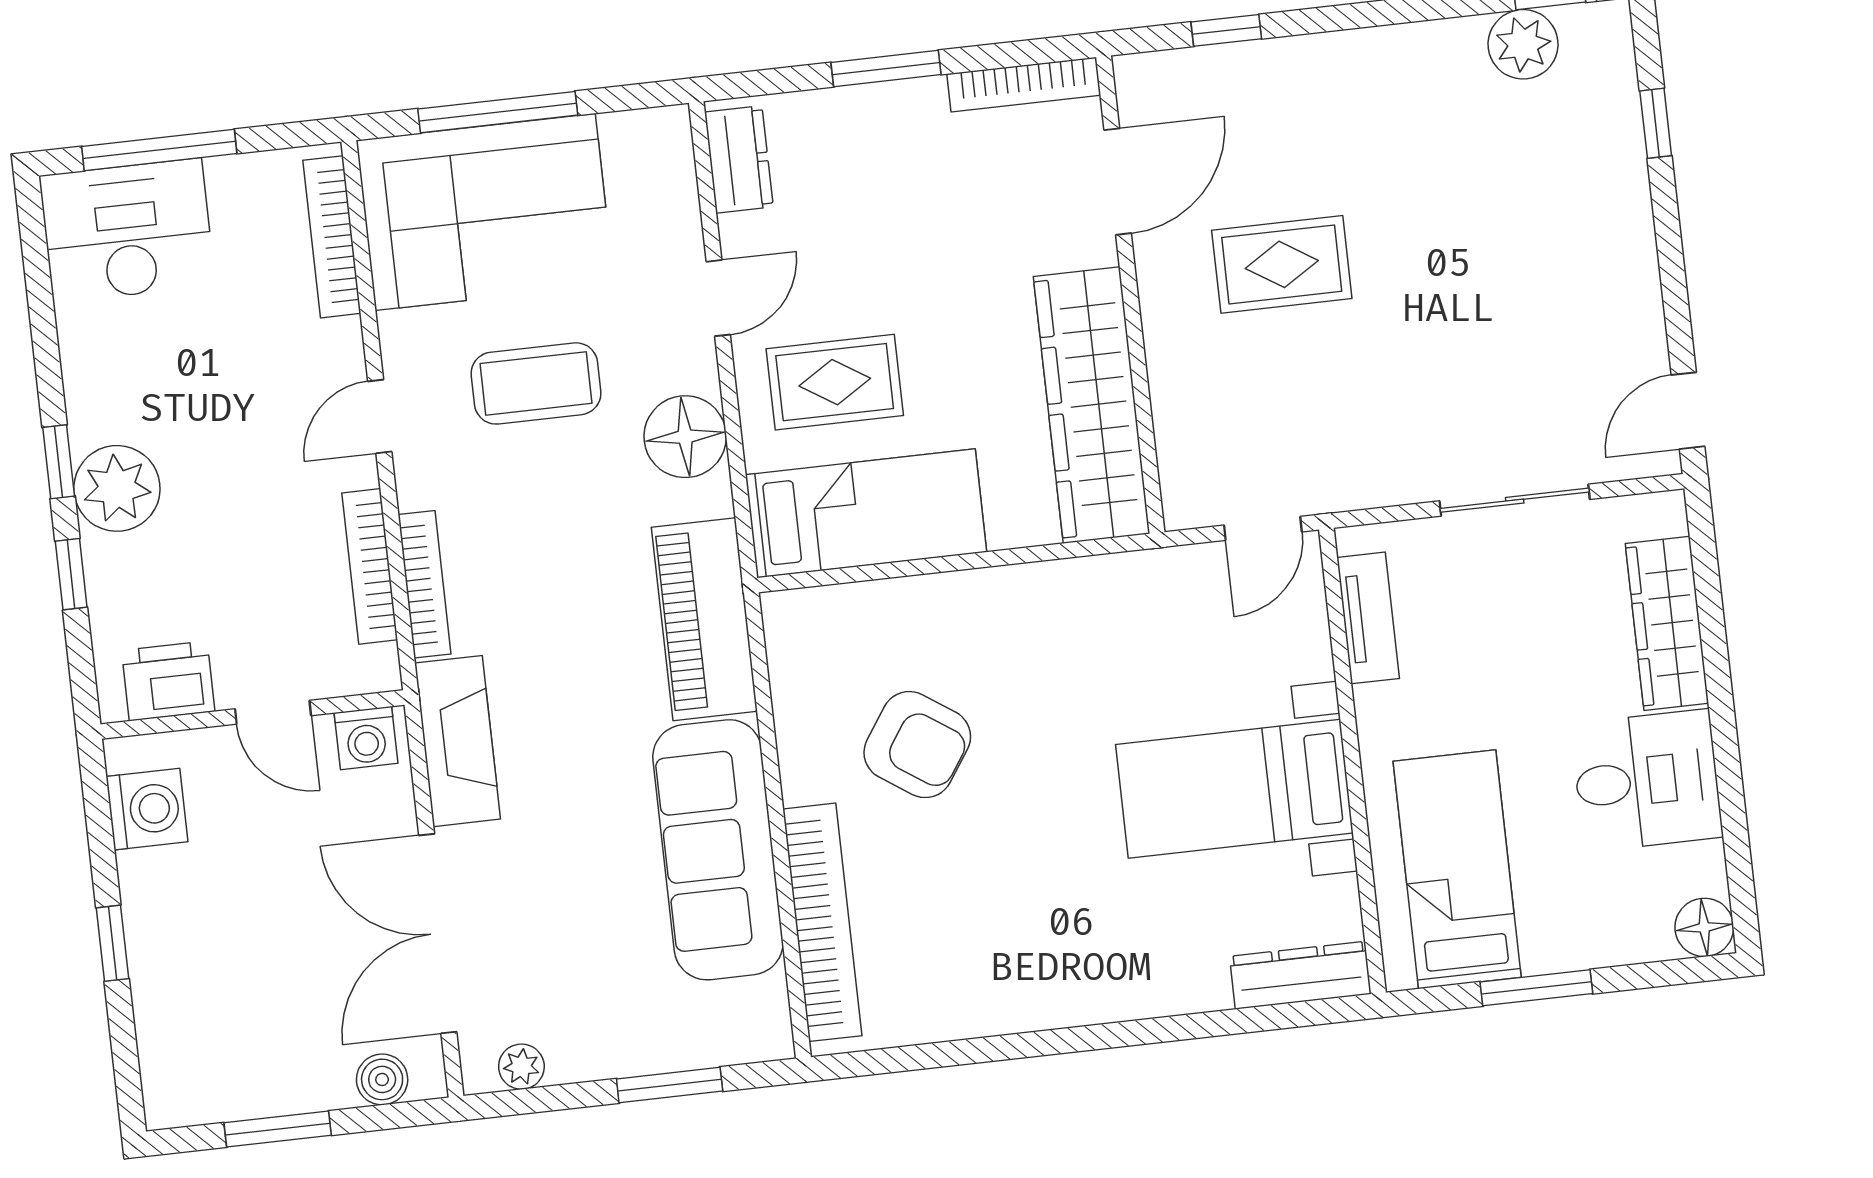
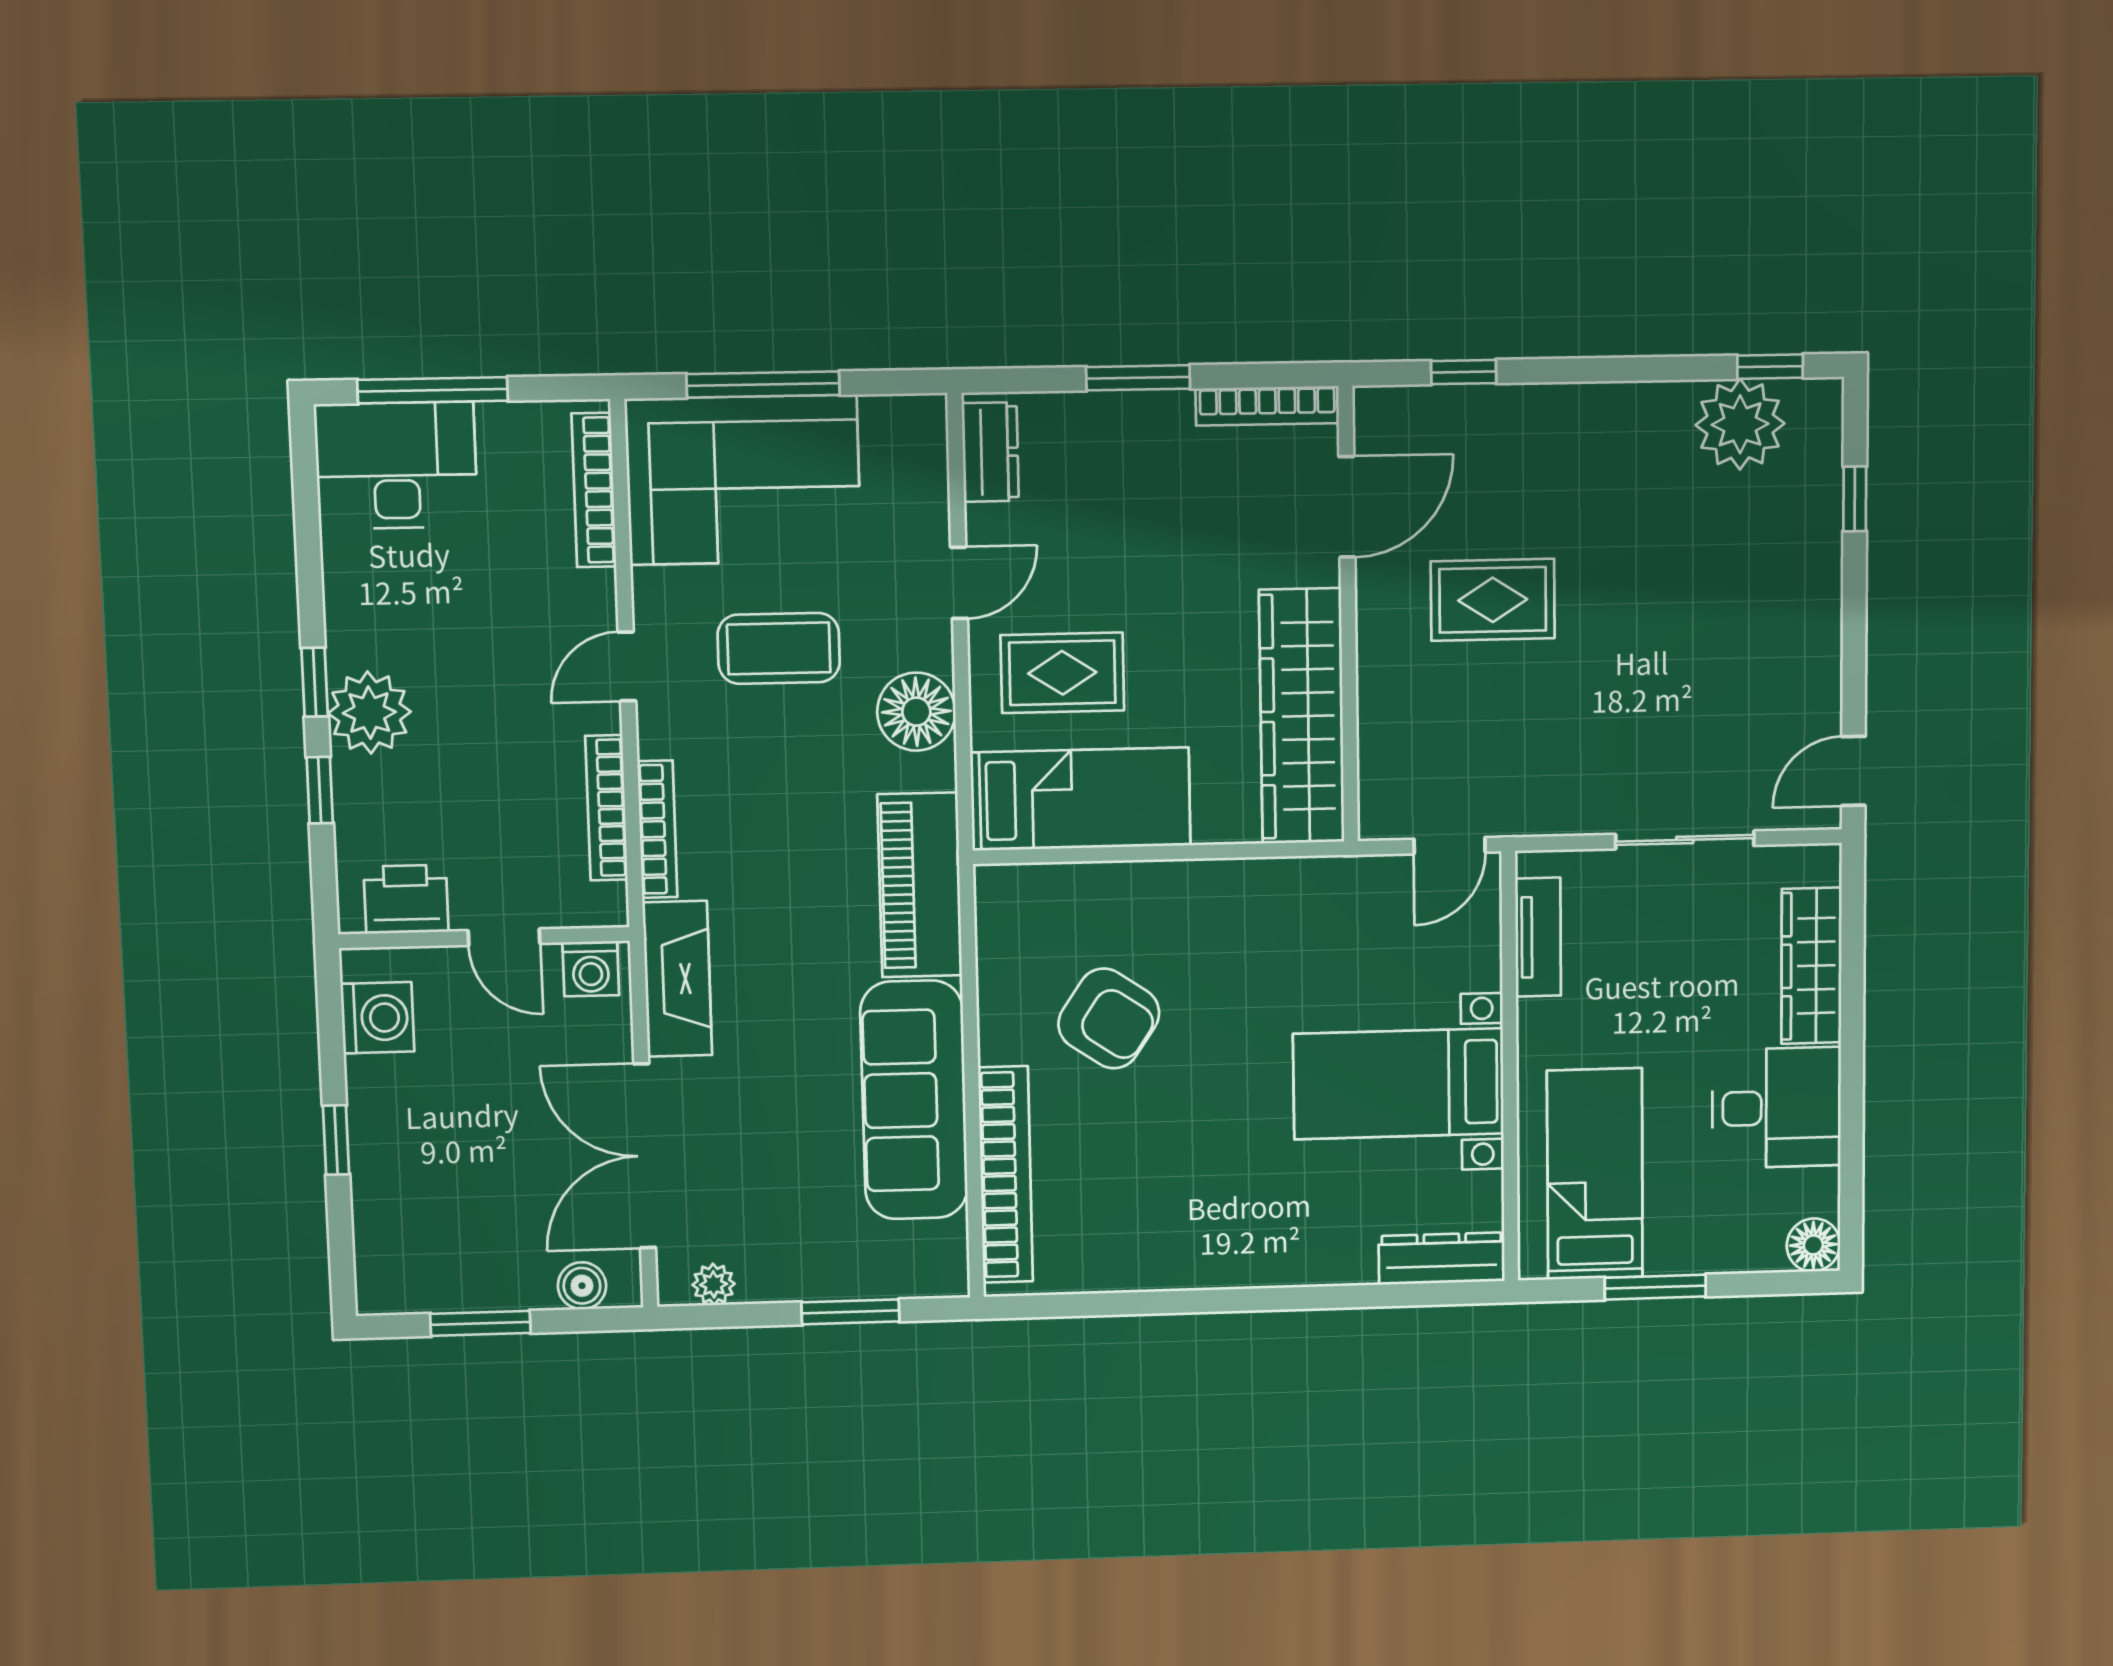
plant: (1523, 44) -> (1740, 424), width x1.36, depth x1.36

